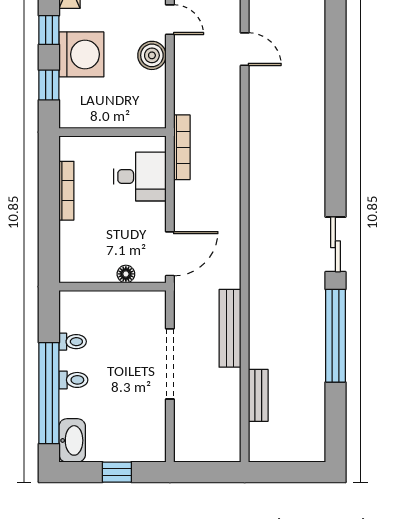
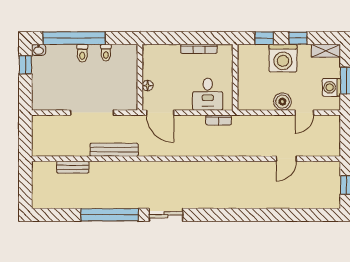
bookcase: (182, 147) -> (219, 120), width x0.64
washbasin: (72, 440) -> (39, 50), width x0.52, depth x0.69
window: (117, 472) -> (25, 65), moved

